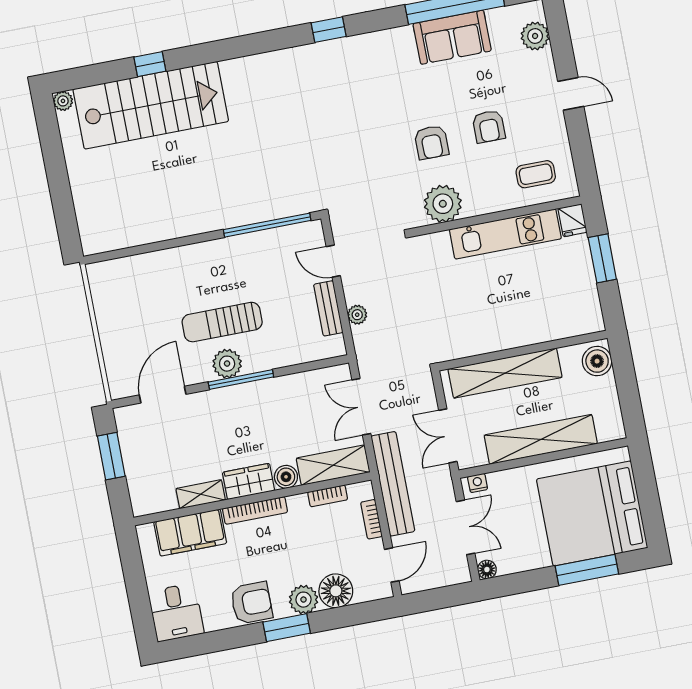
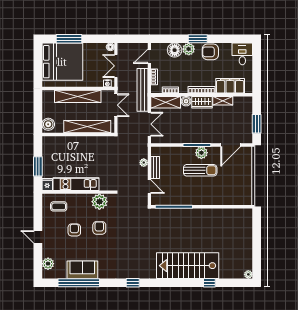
stairs: (151, 105) -> (188, 266), moved

